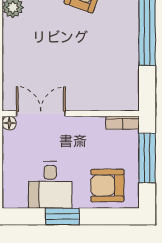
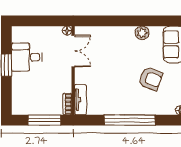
tv unit: (116, 102) -> (81, 100), added
armchair: (107, 185) -> (26, 94), removed

